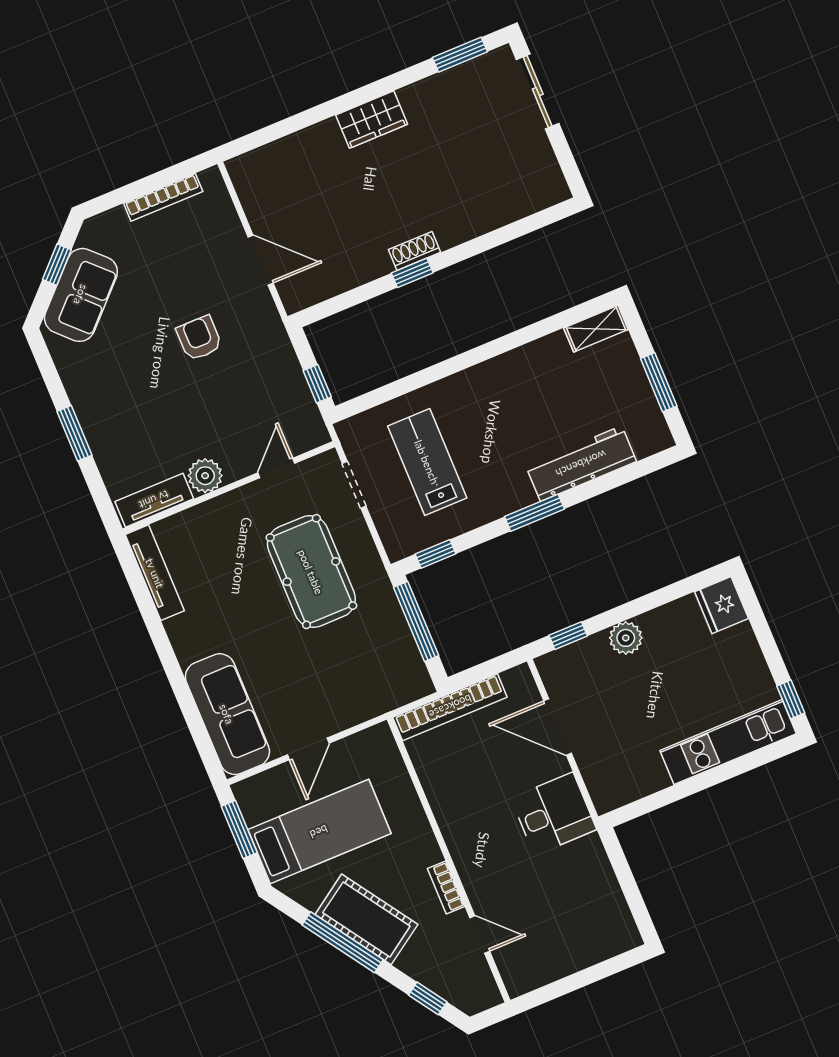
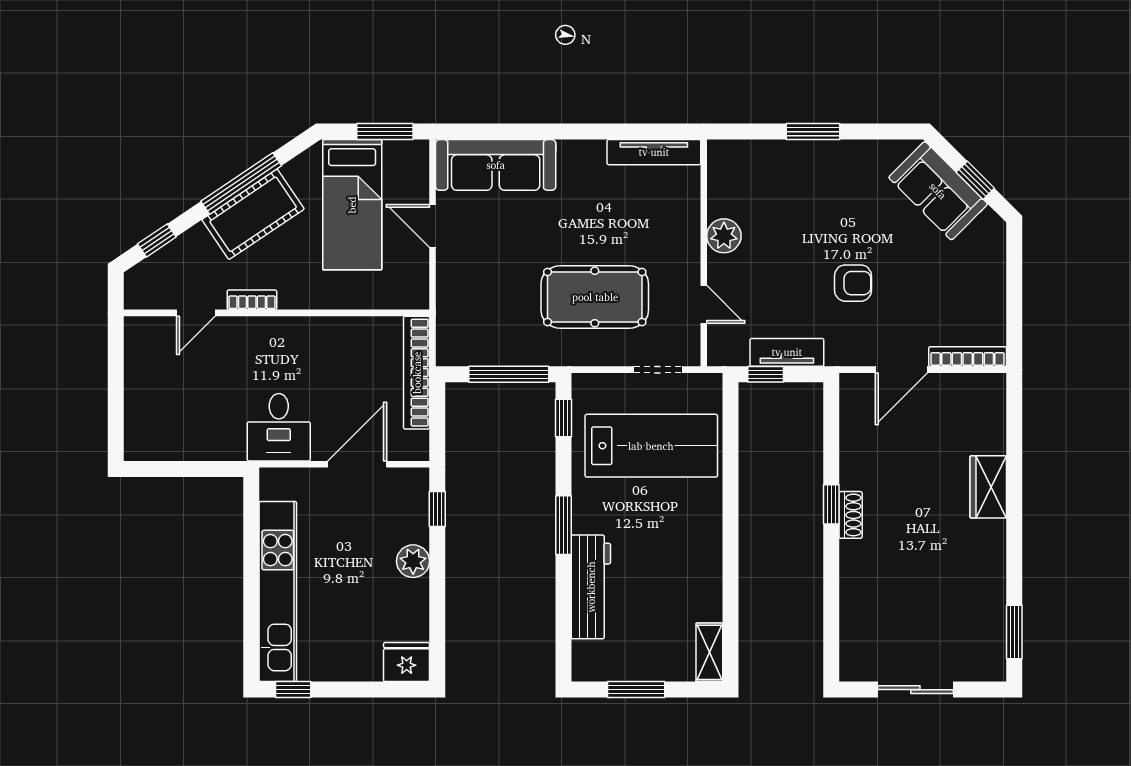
sliding door: (538, 92) -> (915, 690), moved
wardrobe: (372, 120) -> (988, 487), moved
bookcase: (163, 197) -> (968, 357), moved, turned 90
lab bench: (427, 462) -> (651, 446), width x1.36, depth x1.39
tv unit: (154, 500) -> (787, 352), moved, turned -90
kitchen unit: (728, 742) -> (278, 592), width x1.36

